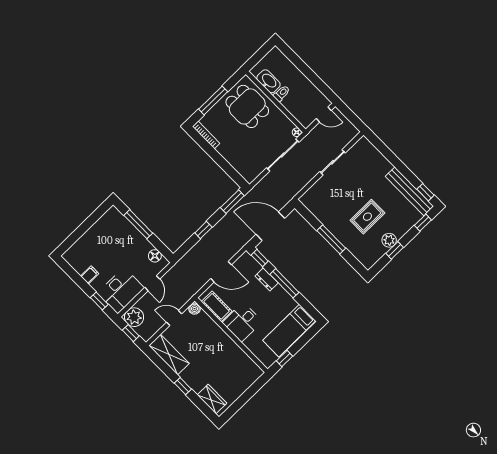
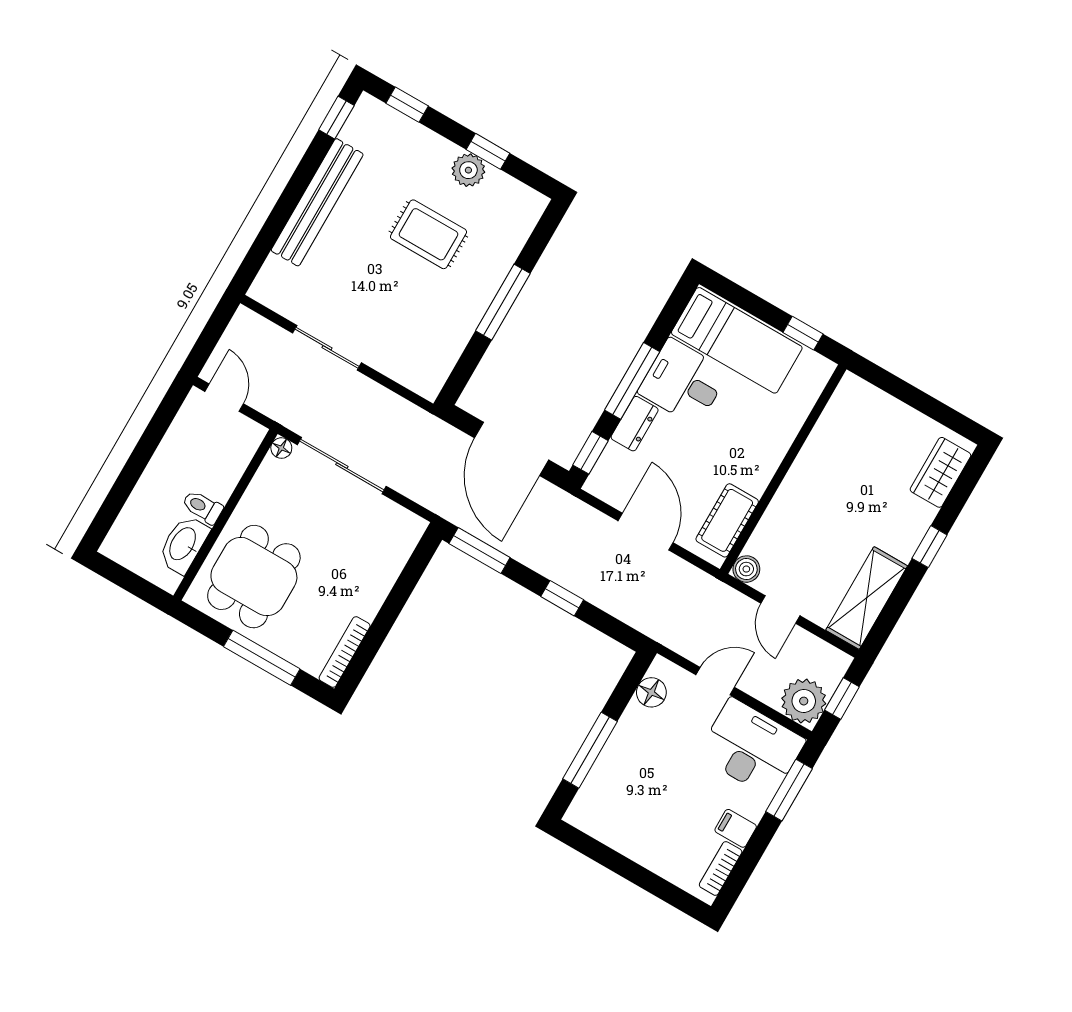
bench: (409, 191) -> (317, 202), moved
bookcase: (75, 264) -> (721, 868), added
window: (99, 301) -> (789, 790), width x1.50
desk: (242, 322) -> (683, 382), moved, turned 180

